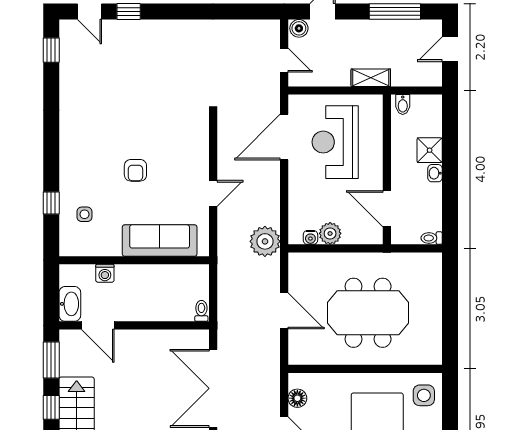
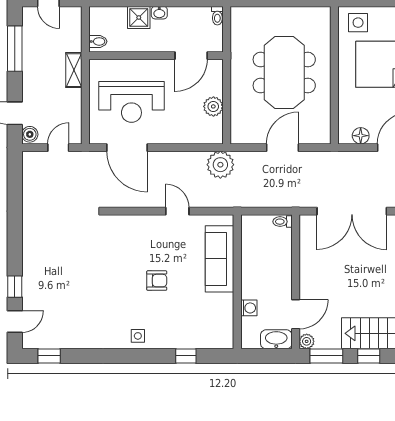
side table: (84, 214) -> (138, 336), moved
water cooler: (310, 237) -> (217, 124), removed
plant: (67, 338) -> (307, 341), added

